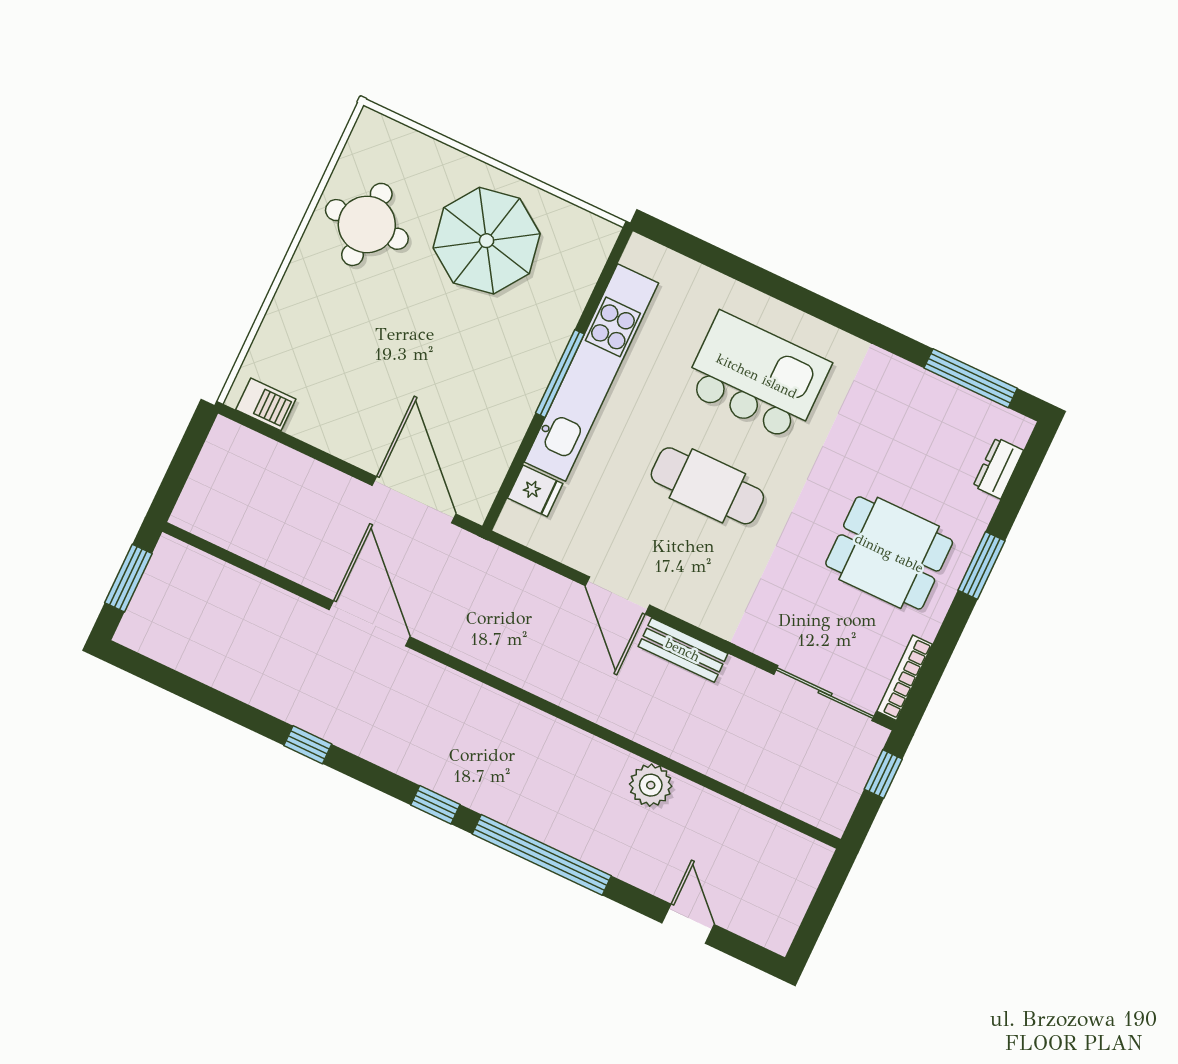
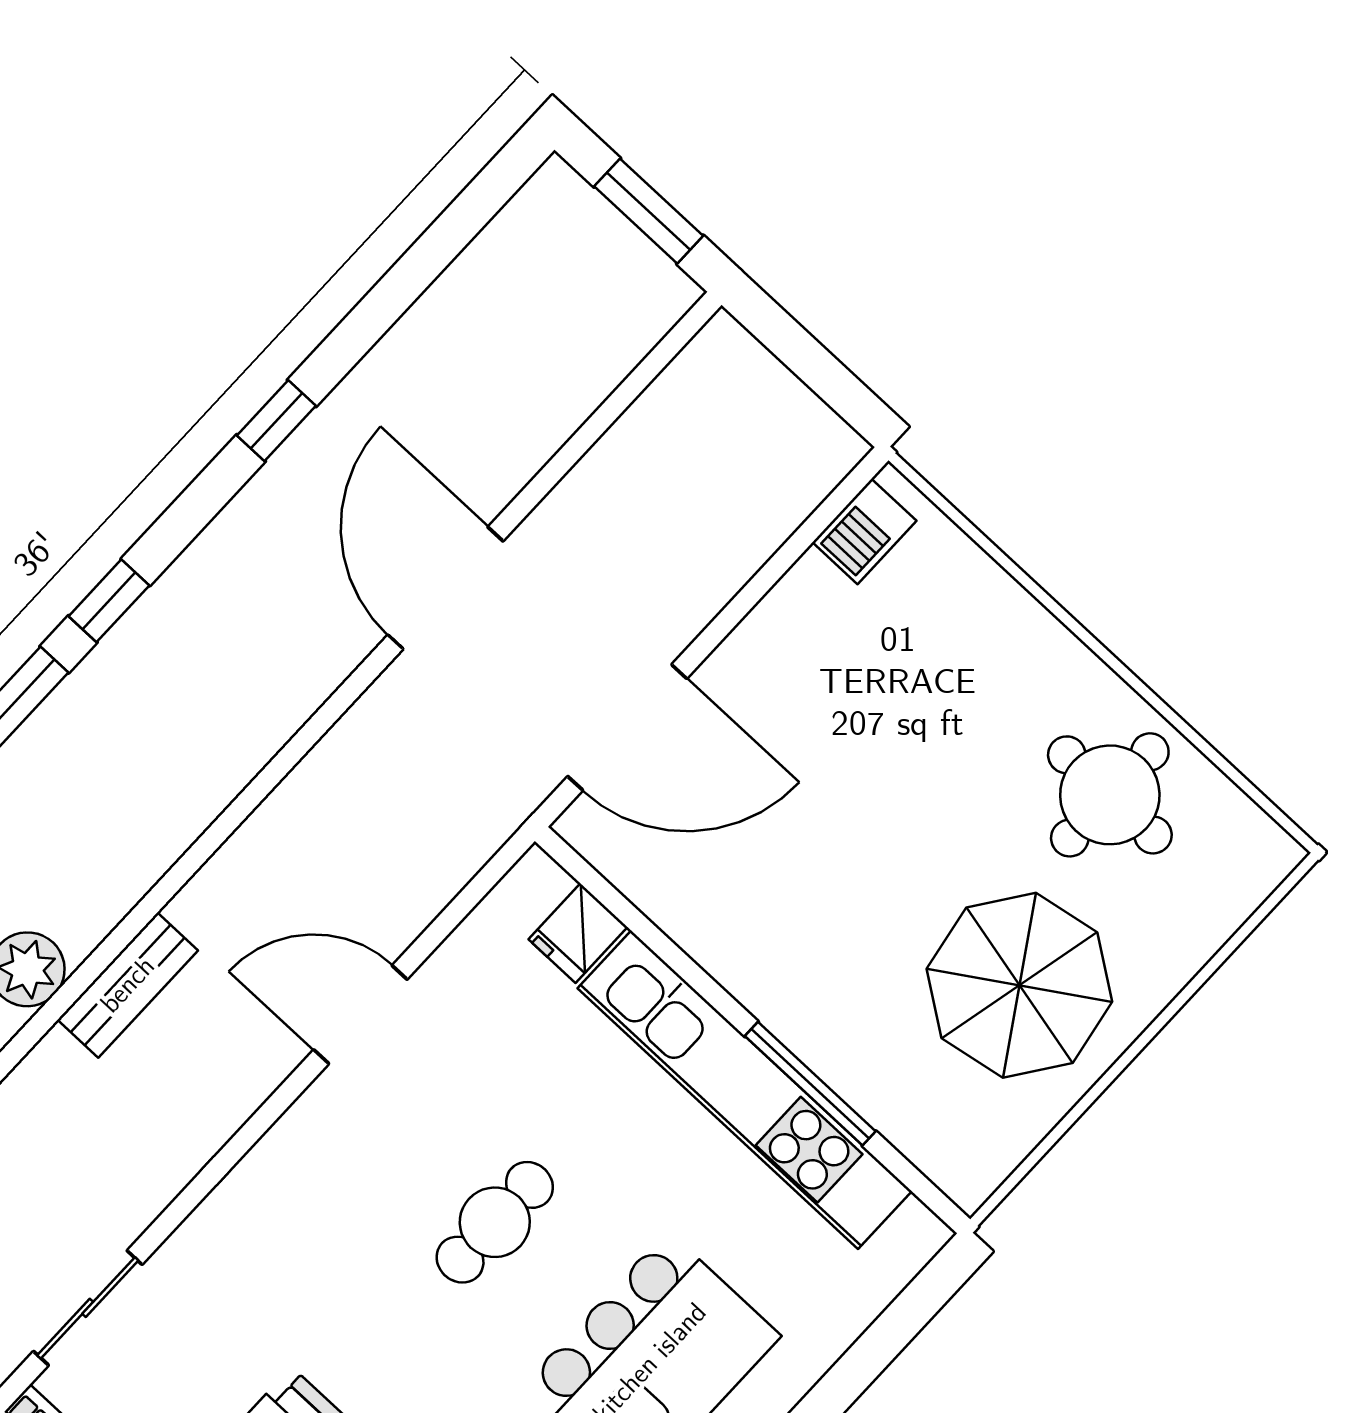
window: (560, 374) -> (810, 1084), moved
cafe table: (707, 486) -> (495, 1222), width x0.73, depth x0.74
door: (370, 623) -> (445, 588), swing flipped
bench: (683, 650) -> (128, 985), moved
sliding door: (825, 693) -> (88, 1308), width x0.73

